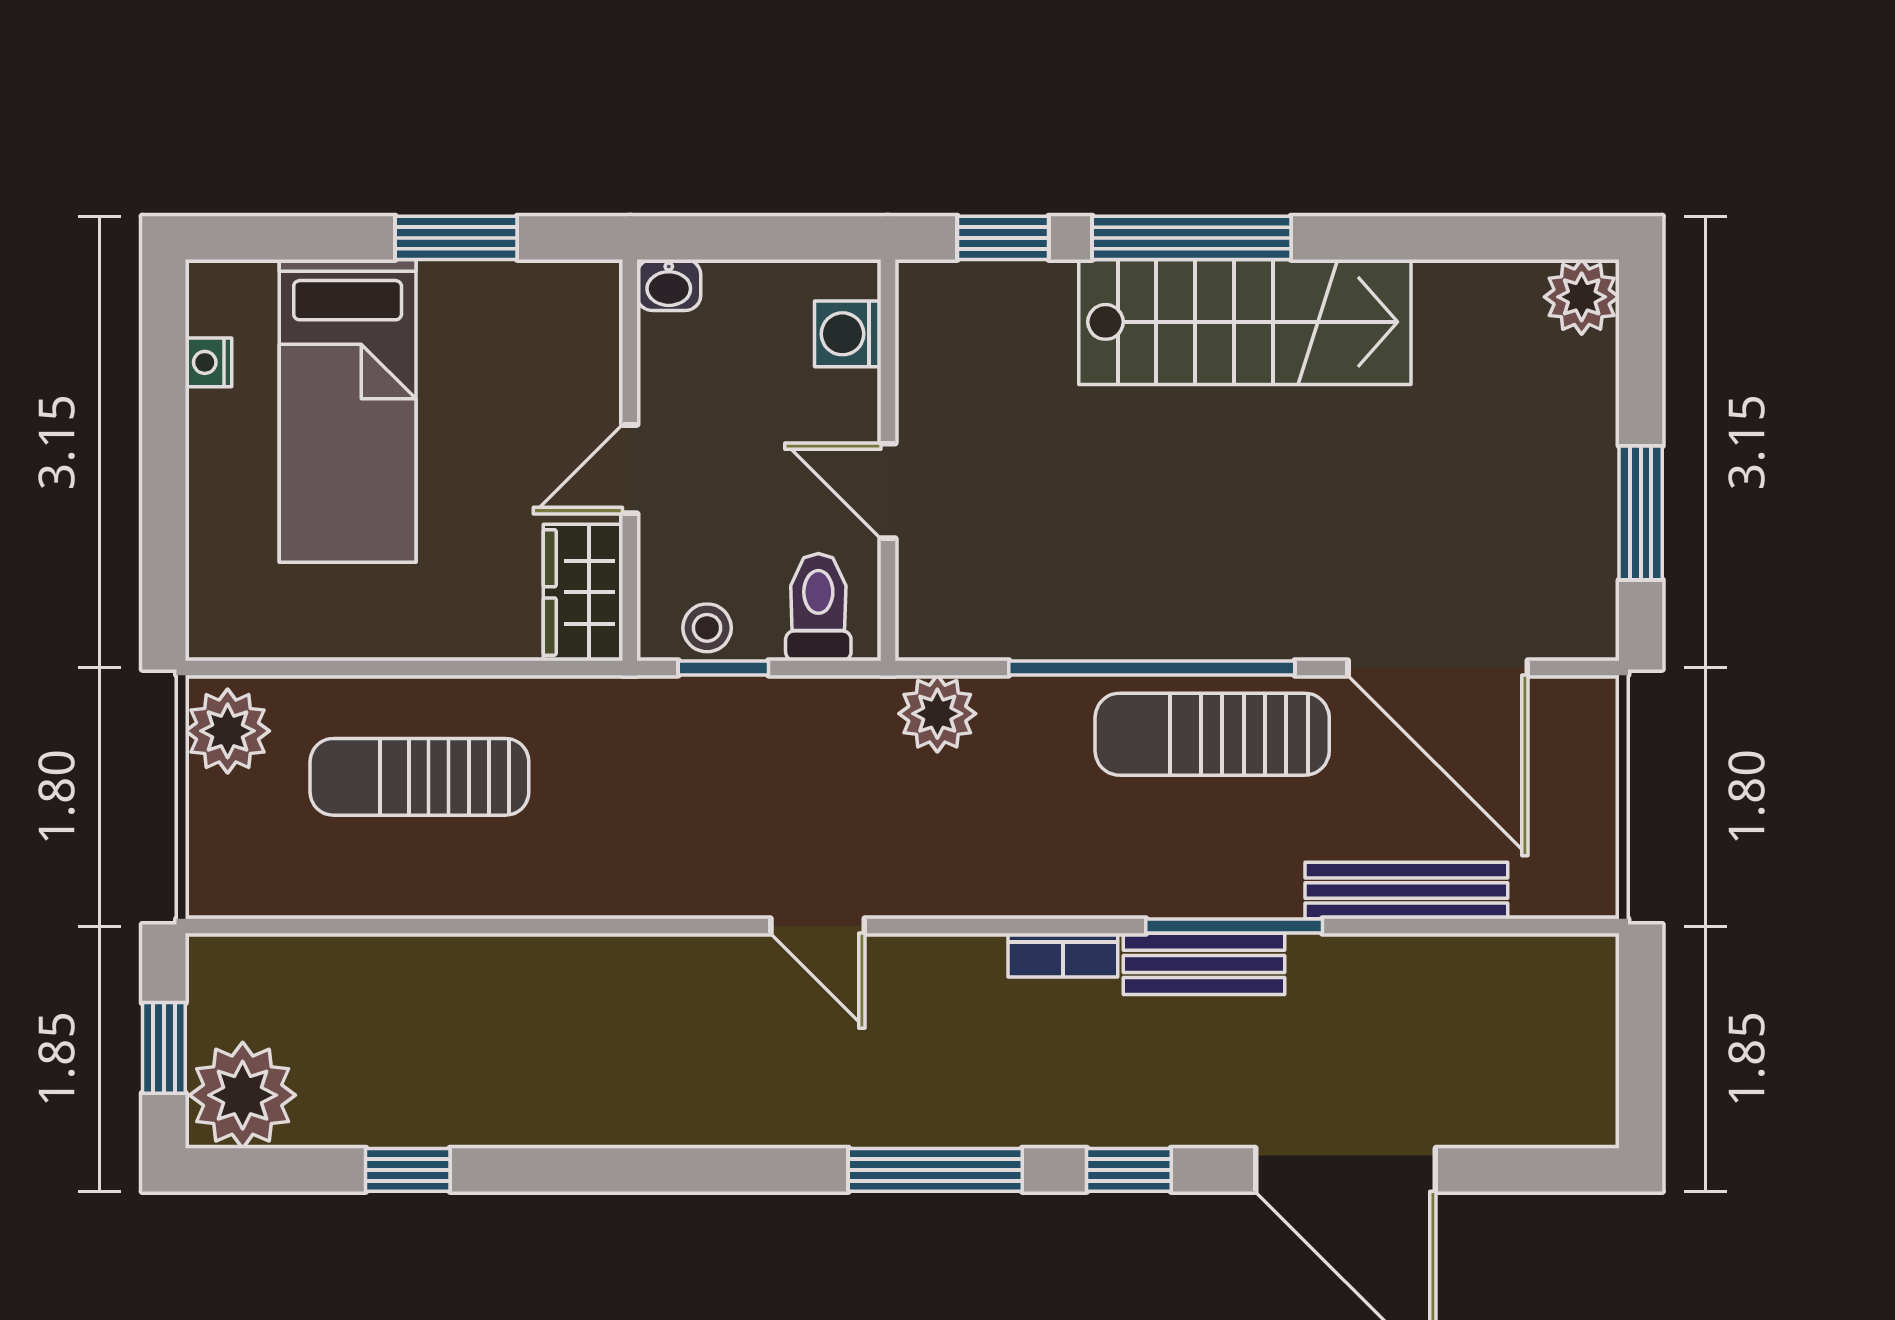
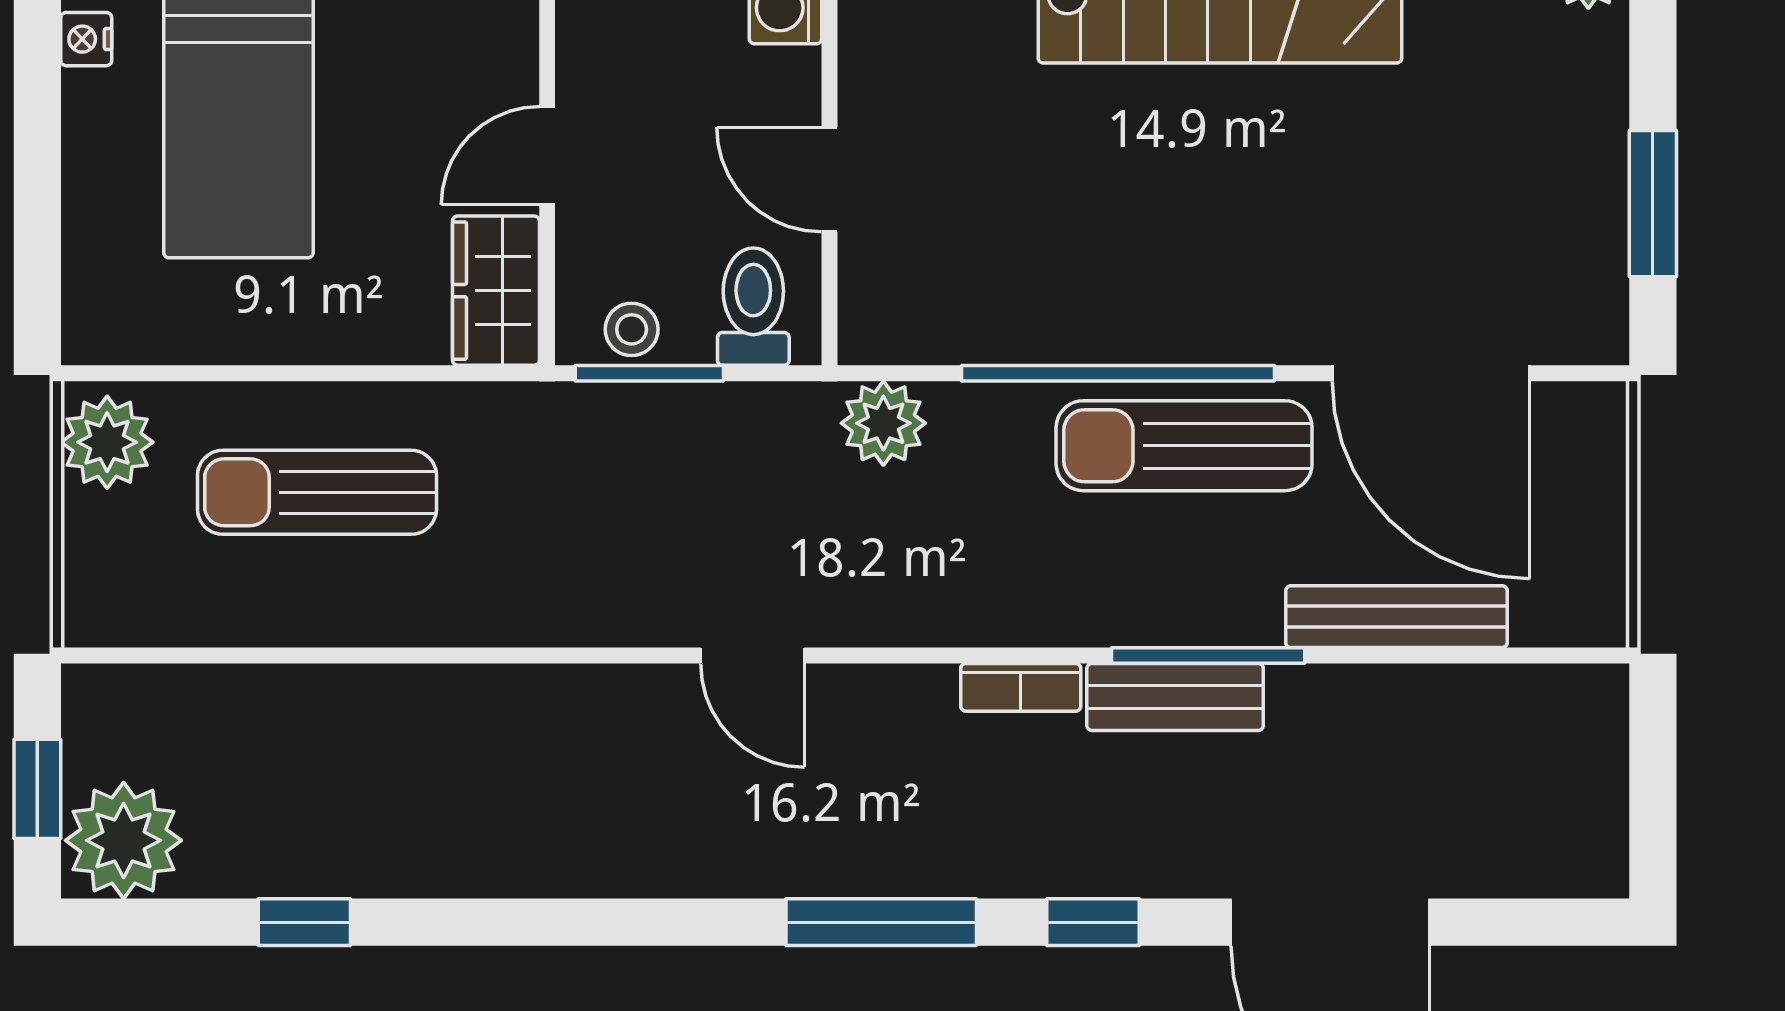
window: (723, 668) -> (649, 373), width x1.50

